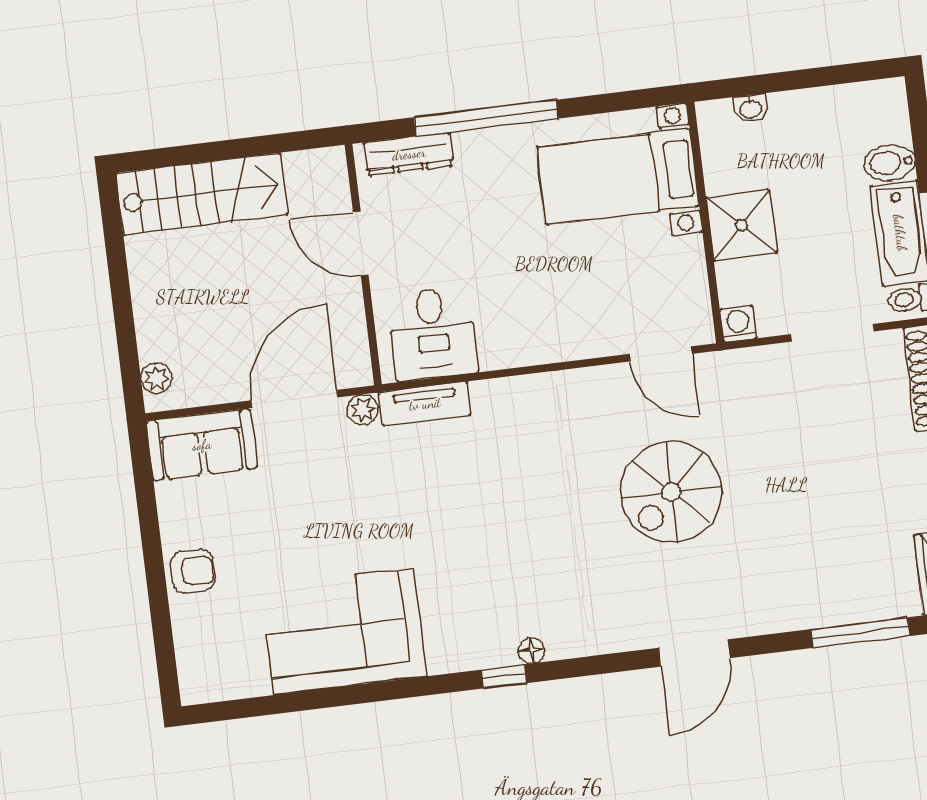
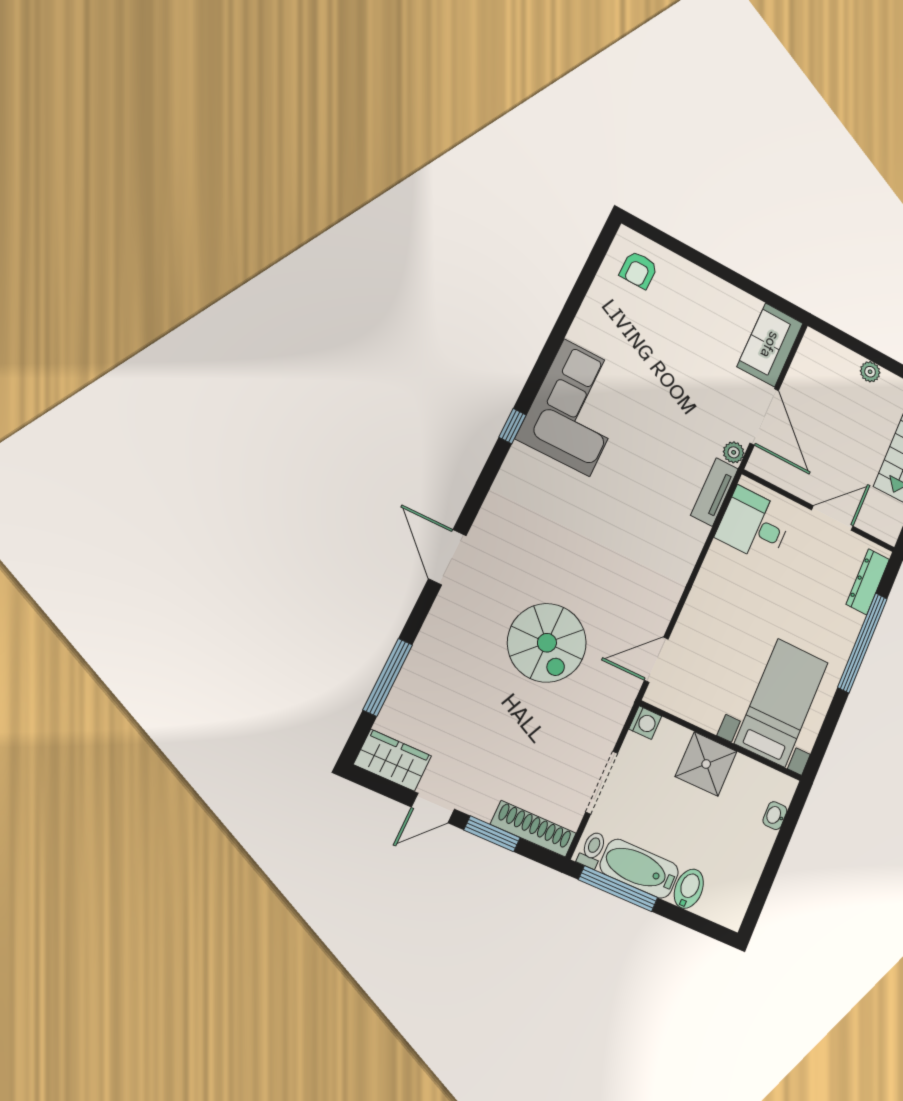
plant: (156, 378) -> (870, 372), moved
spiral stairs: (671, 492) -> (547, 643), moved, turned 180
armchair: (193, 571) -> (639, 270), moved
corner sofa: (344, 631) -> (577, 407), moved
floor lamp: (531, 650) -> (518, 454), removed

